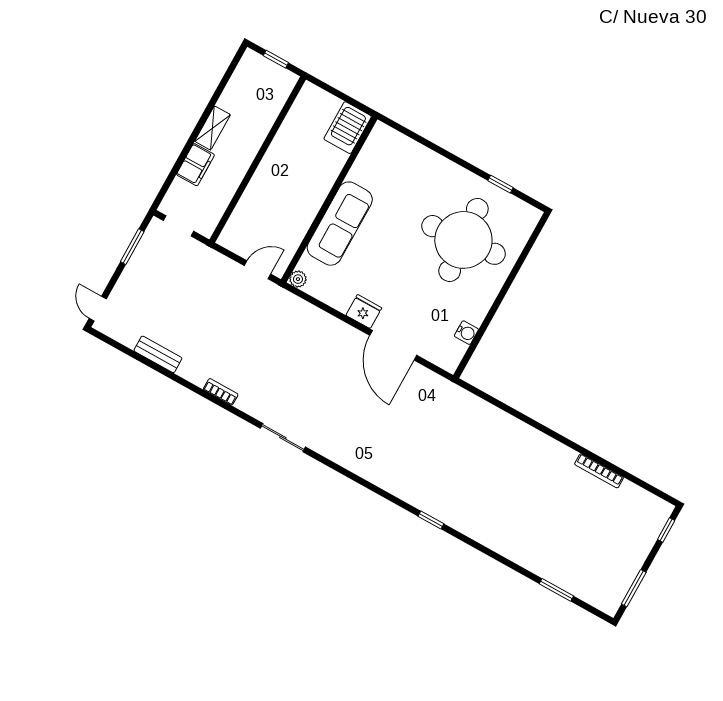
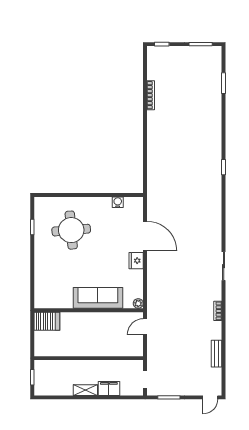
round table: (463, 240) -> (71, 230), width x0.73, depth x0.73
door: (258, 270) -> (145, 327), hinge flipped
door: (393, 345) -> (145, 236), hinge flipped

